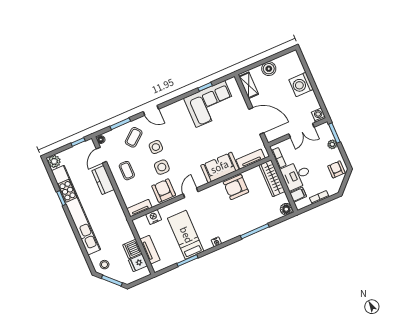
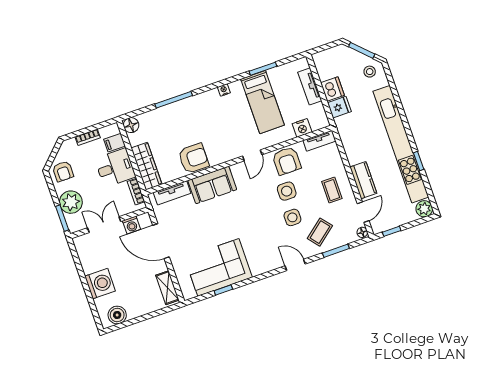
boiler: (269, 69) -> (117, 315), moved
washing machine: (319, 115) -> (131, 225), moved
plant: (332, 144) -> (71, 202), width x1.88, depth x1.88
fridge: (138, 263) -> (339, 107), moved

